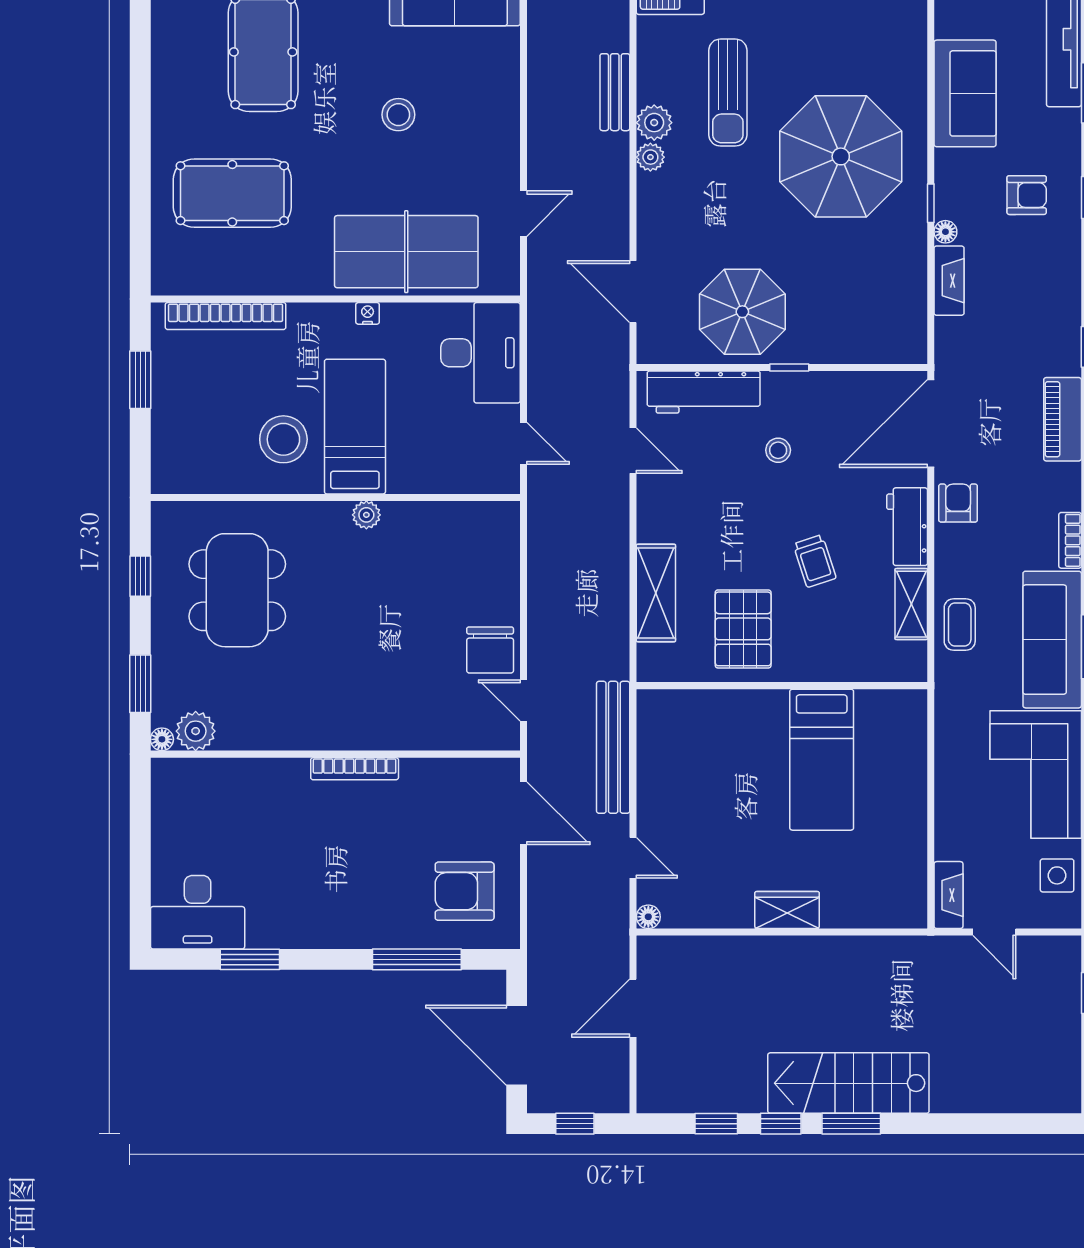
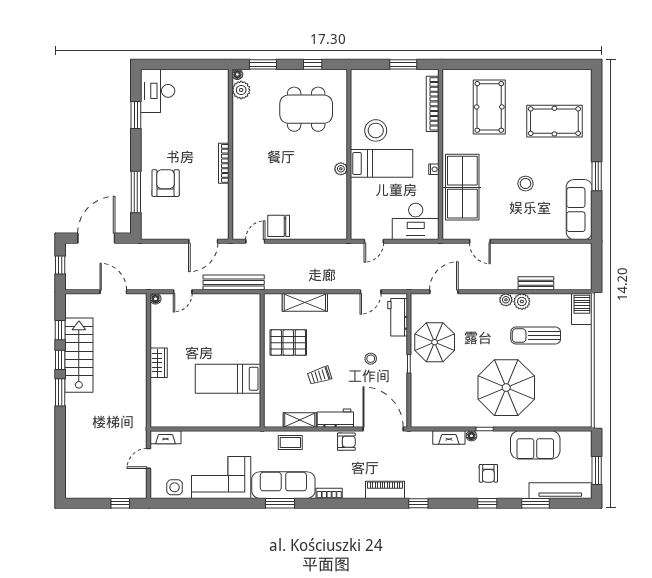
workbench: (704, 392) -> (398, 317), width x0.73
armchair: (465, 891) -> (166, 183), moved
stairs: (848, 1083) -> (79, 355), moved

